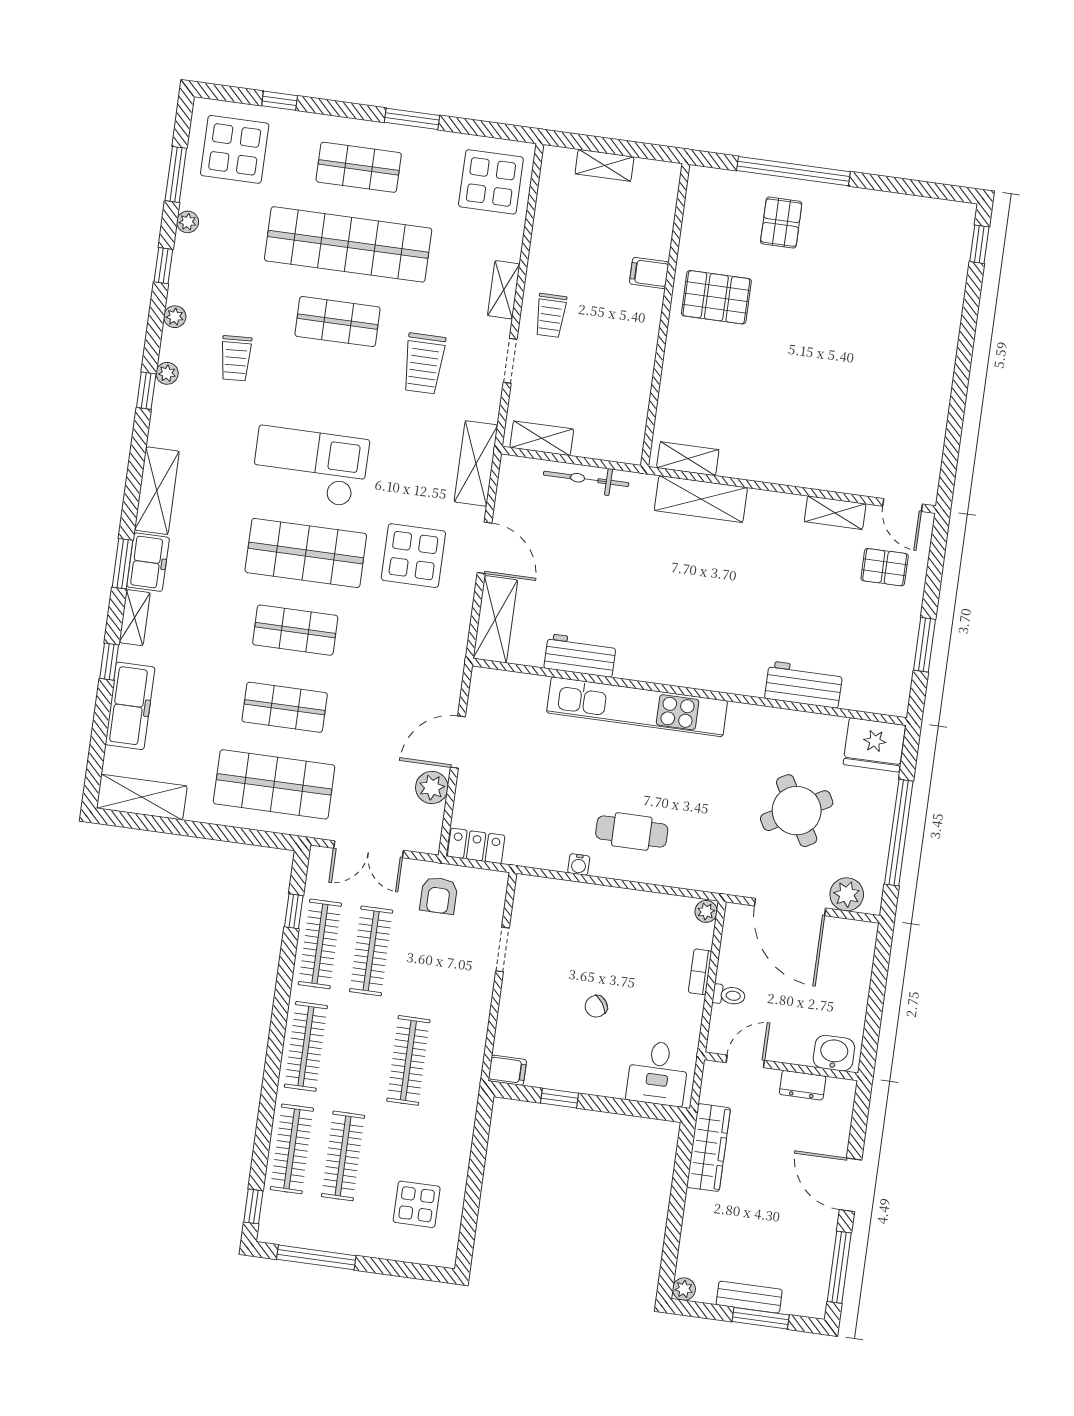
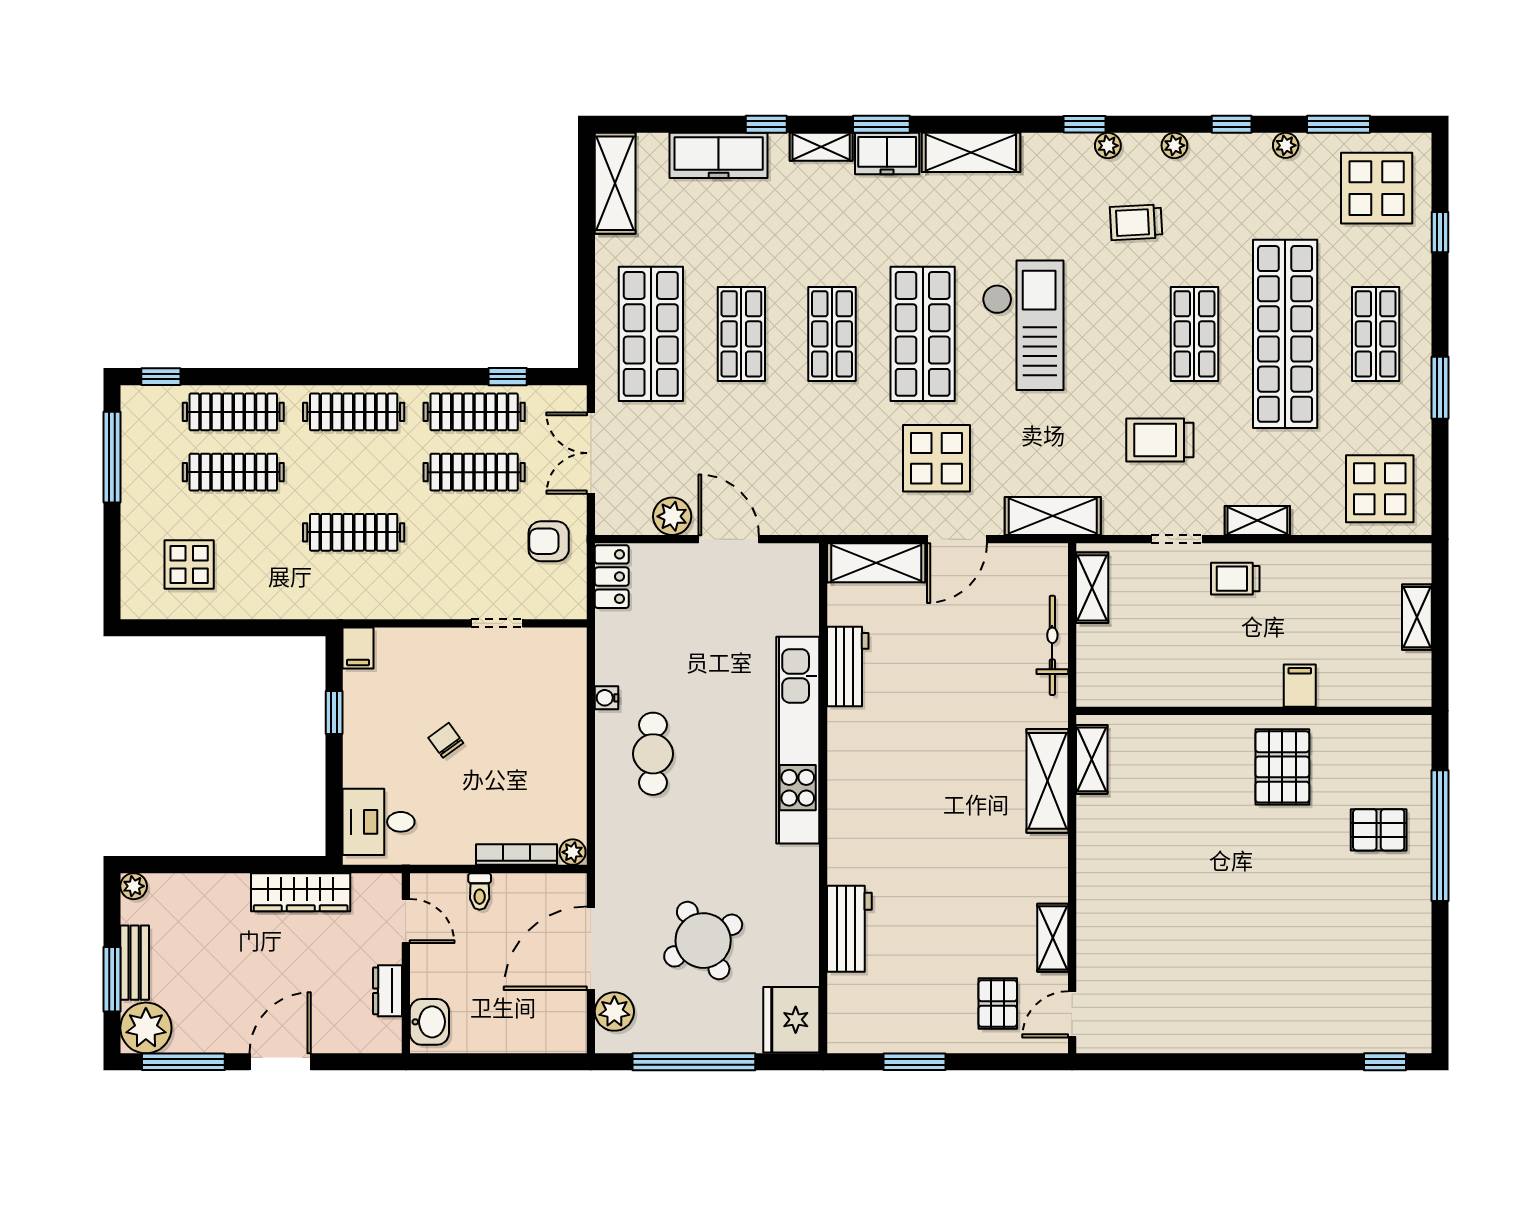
bookcase: (700, 972) -> (517, 855), width x1.56
plant: (806, 1295) -> (146, 1028), added

